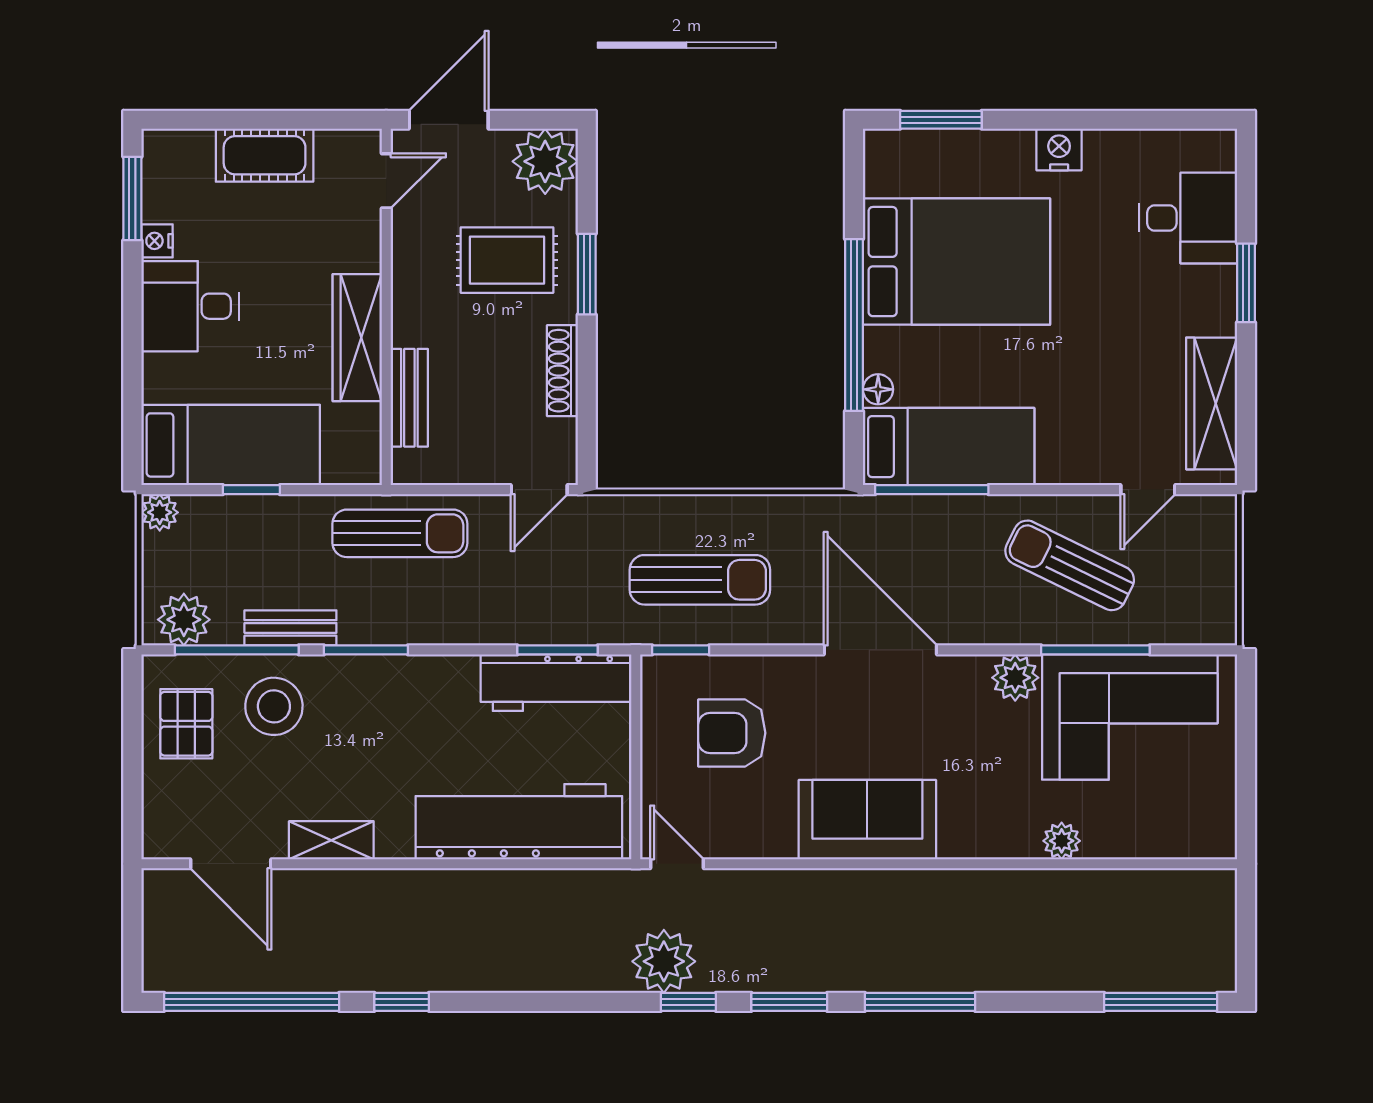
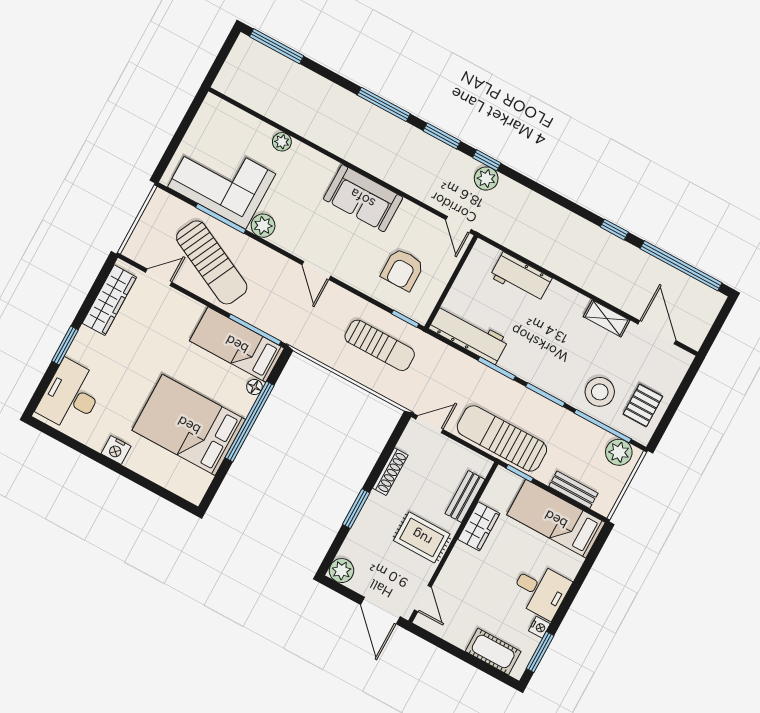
door: (449, 120) -> (380, 611), hinge flipped
window: (941, 120) -> (161, 492), removed
cot: (265, 155) -> (493, 651), moved
plant: (545, 161) -> (341, 571), width x0.73, depth x0.73
door: (386, 181) -> (423, 599), swing flipped
desk: (1188, 218) -> (71, 396), width x1.37
rug: (507, 260) -> (422, 537), moved
wardrobe: (357, 338) -> (479, 526), width x0.67
window: (251, 490) -> (520, 473), moved
plant: (160, 512) -> (604, 506), removed
sun lounger: (400, 533) -> (502, 438), width x1.36, depth x1.34
sun lounger: (1070, 565) -> (212, 262), width x1.36, depth x1.34
sun lounger: (700, 580) -> (380, 345), turned 180
bench: (290, 628) -> (573, 490), moved
window: (557, 650) -> (497, 368), moved
door: (880, 650) -> (316, 271), width x0.53
armchair: (732, 733) -> (403, 269), turned 90
workbench: (519, 822) -> (521, 277), width x0.53, depth x0.76
plant: (664, 961) -> (486, 179), width x0.73, depth x0.73

